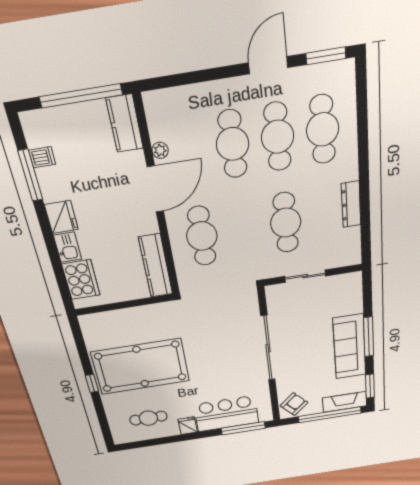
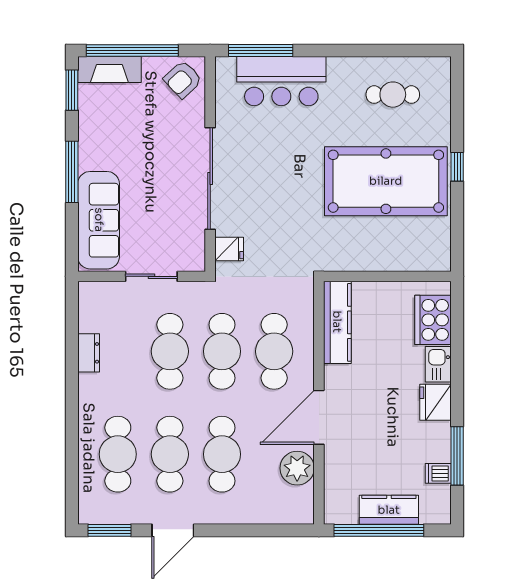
kitchen counter: (125, 123) -> (389, 510), moved, turned -90
plant: (160, 150) -> (297, 468), width x1.87, depth x1.87
dresser: (351, 204) -> (89, 353), width x0.70
cafe table: (244, 229) -> (222, 351), added
sofa: (350, 347) -> (99, 220), moved
fridge: (188, 426) -> (229, 249), moved, turned -90

